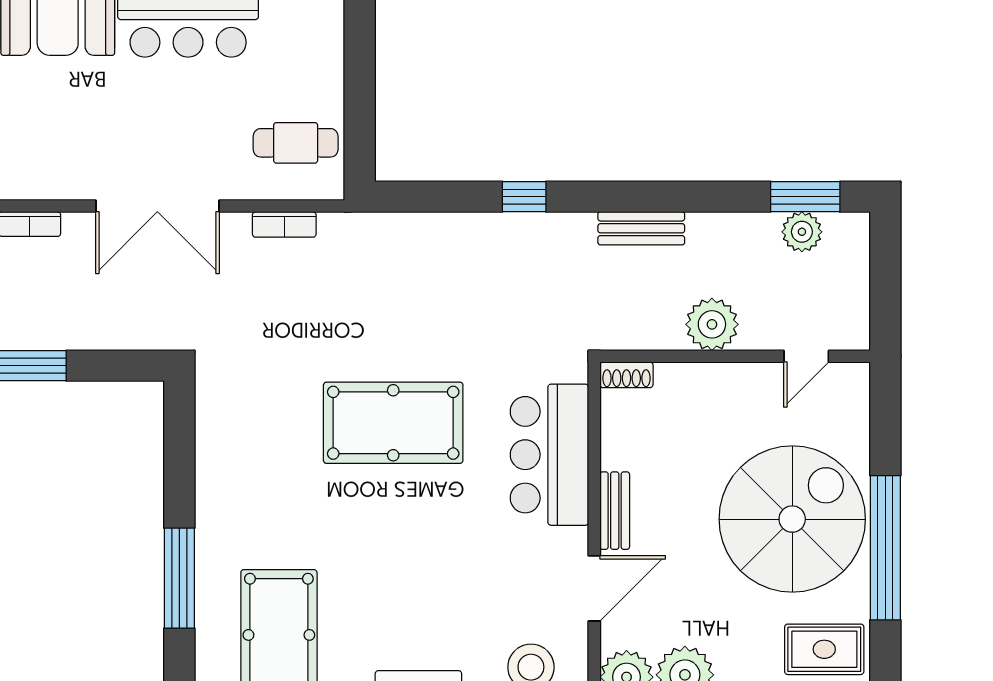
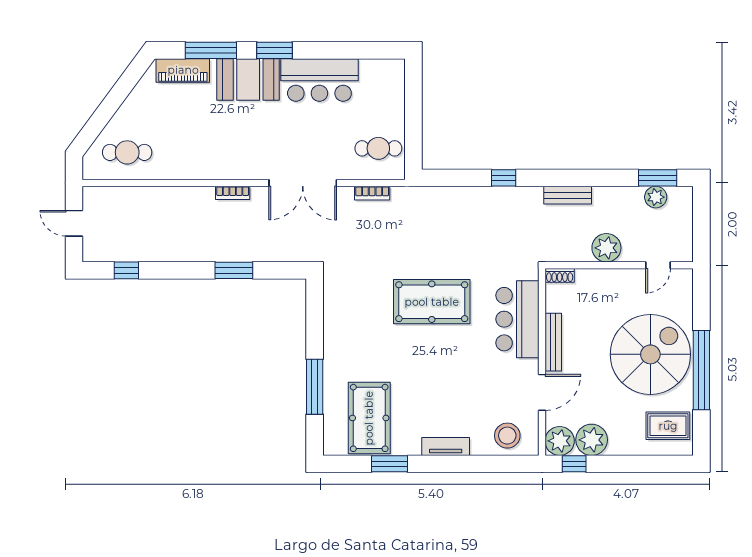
bench: (615, 511) -> (553, 342), width x1.36

